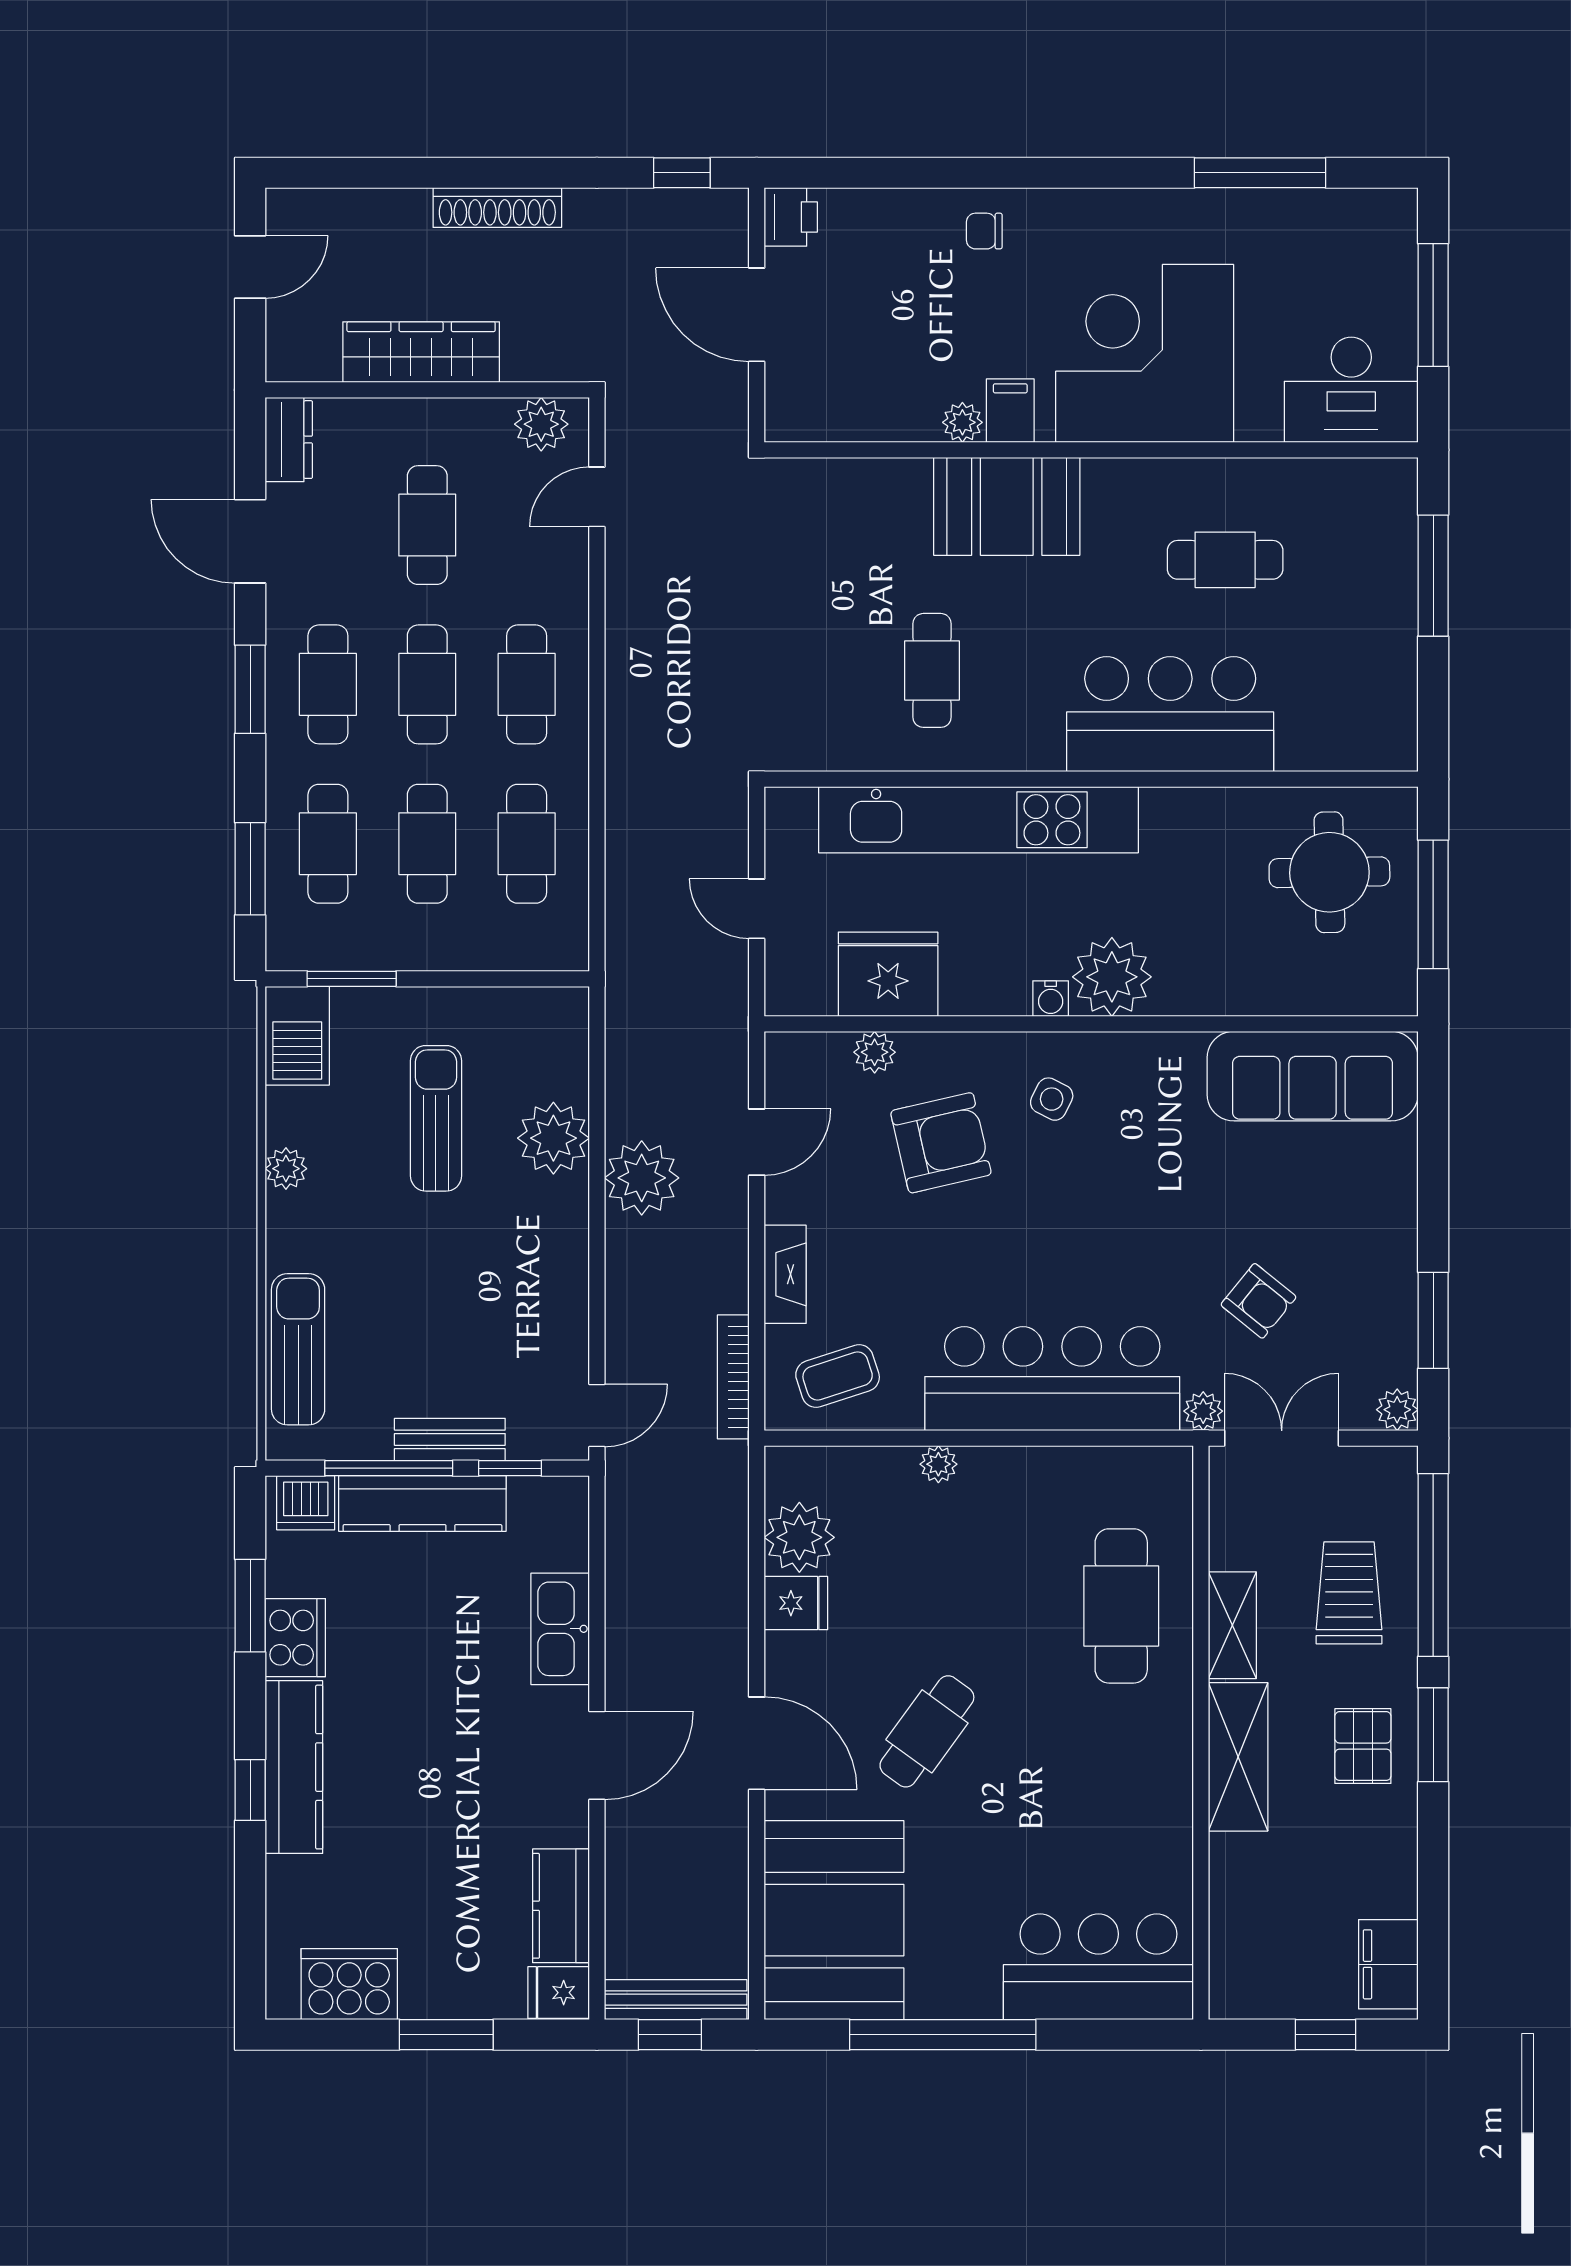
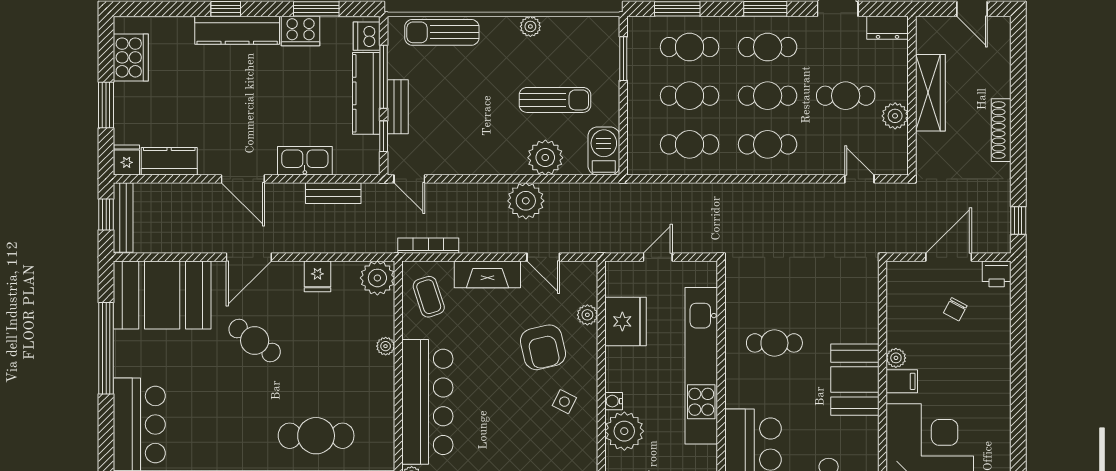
chair: (984, 231) -> (955, 309), moved, turned -152
plant: (541, 424) -> (895, 116), moved
barbecue: (297, 1036) -> (604, 151), moved, turned 90
fireplace: (785, 1274) -> (487, 274), width x1.37, depth x1.32
sun lounger: (298, 1349) -> (442, 32), turned 180
plant: (799, 1537) -> (377, 278), moved
bench: (626, 1571) -> (333, 193), added

